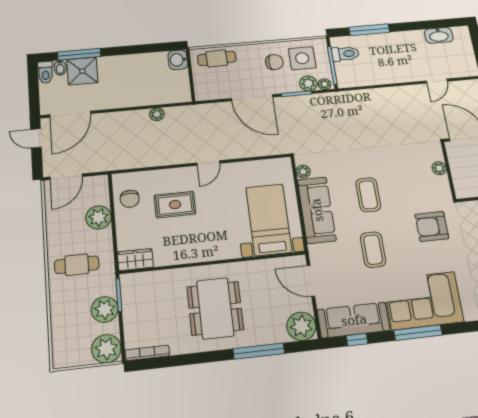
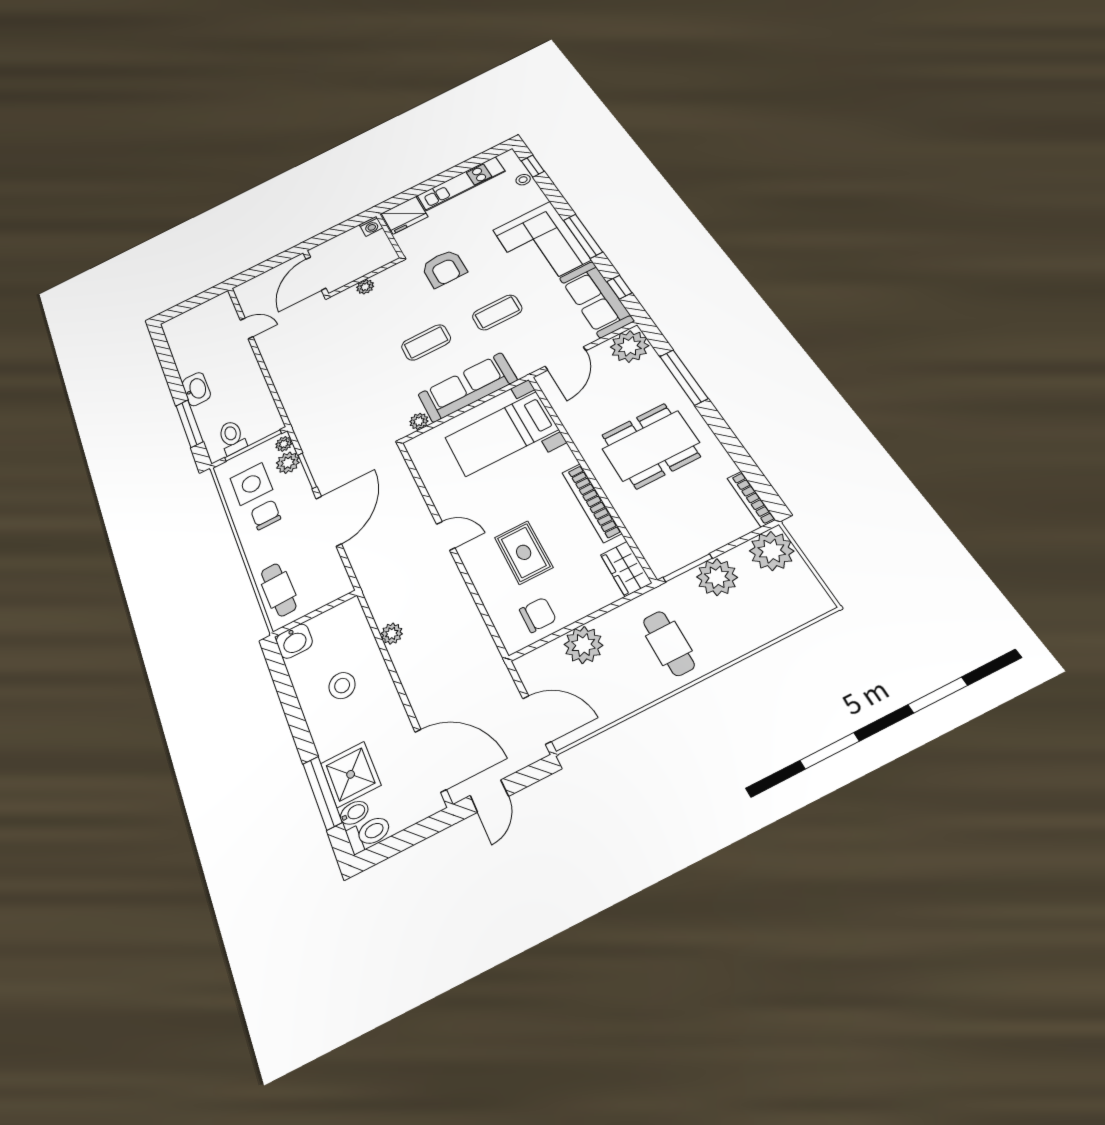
washbasin: (439, 35) -> (196, 389), moved
stool: (137, 79) -> (342, 686), added
bookcase: (191, 256) -> (592, 503), added

